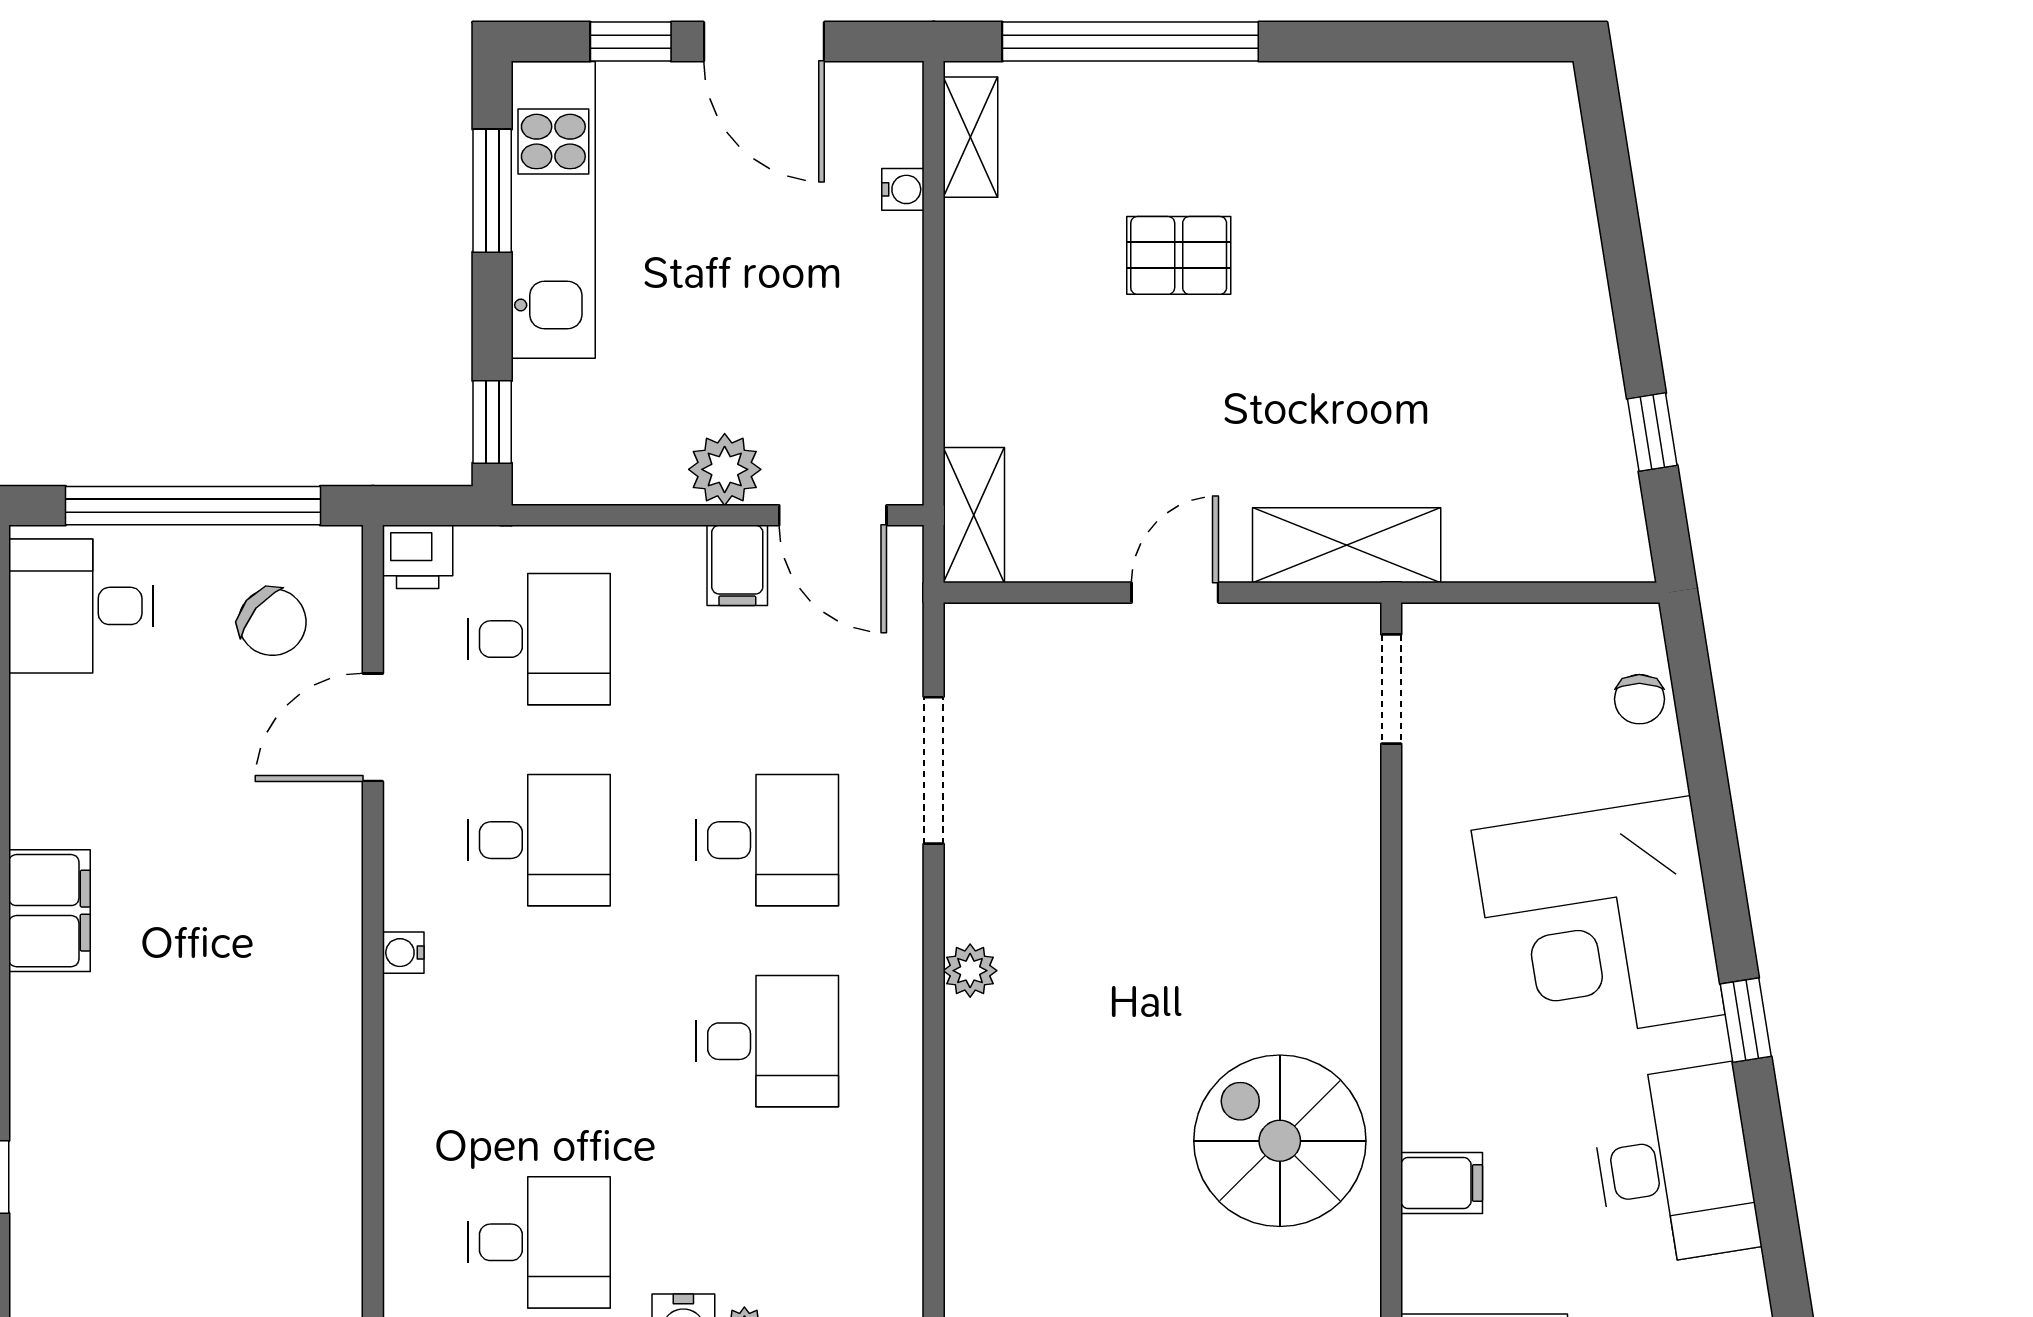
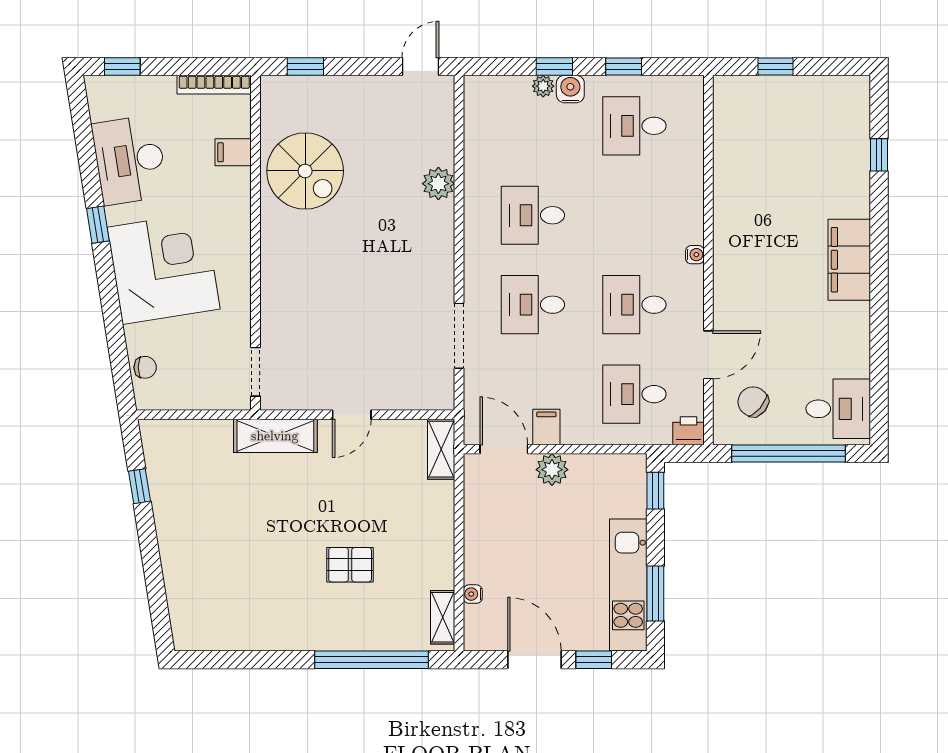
chair: (1639, 699) -> (145, 367), turned 90
filing cabinet: (49, 911) -> (849, 260), width x1.50, depth x1.17
plant: (970, 971) -> (438, 184), moved, width x1.38, depth x1.38

